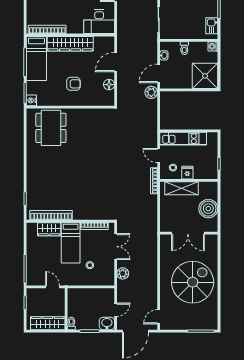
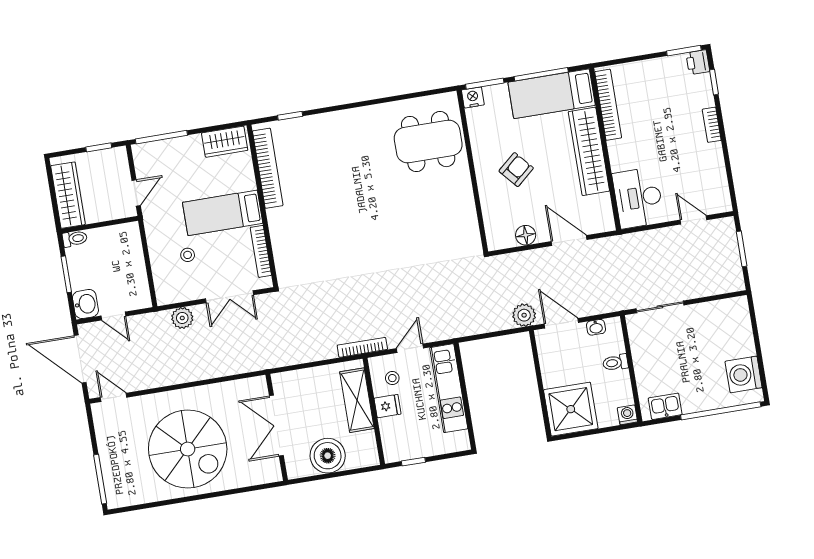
armchair: (73, 84) -> (516, 170), turned -131
wardrobe: (49, 229) -> (225, 142), moved, turned -90

